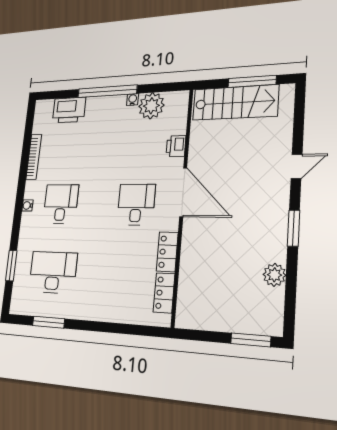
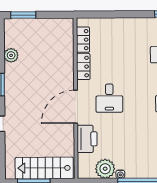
printer: (176, 146) -> (87, 139), width x1.87, depth x1.48
door: (183, 192) -> (76, 107), hinge flipped

